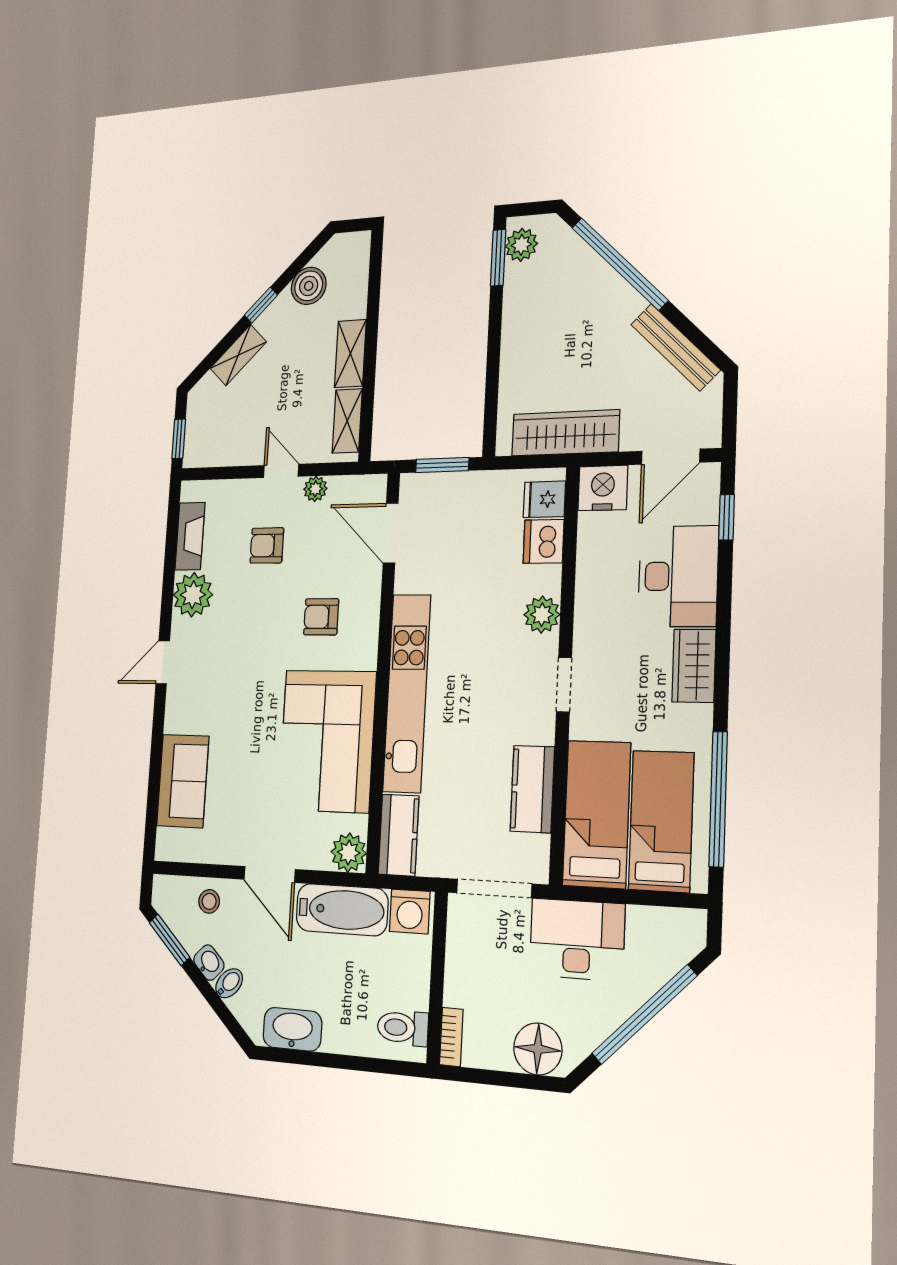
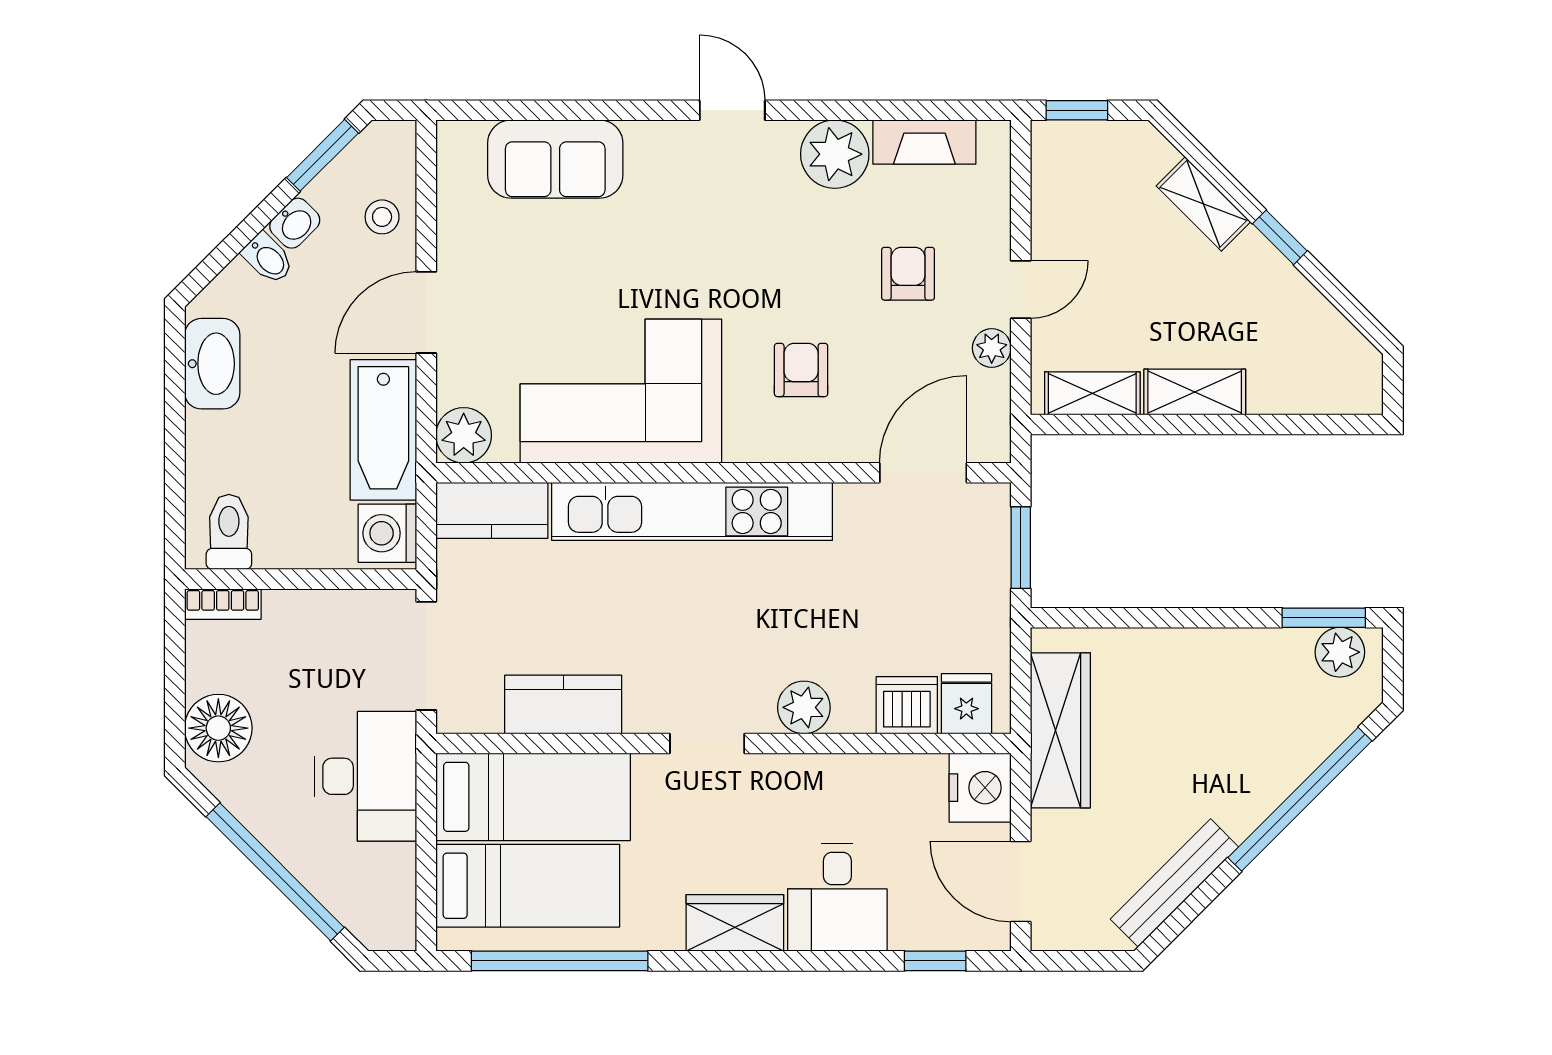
boiler: (309, 286) -> (1304, 316), removed
desk: (678, 576) -> (837, 898), width x0.73

